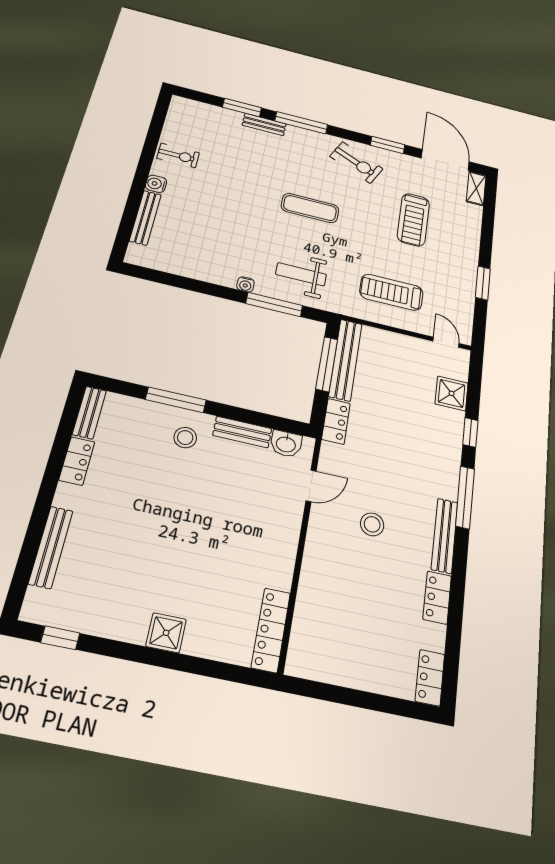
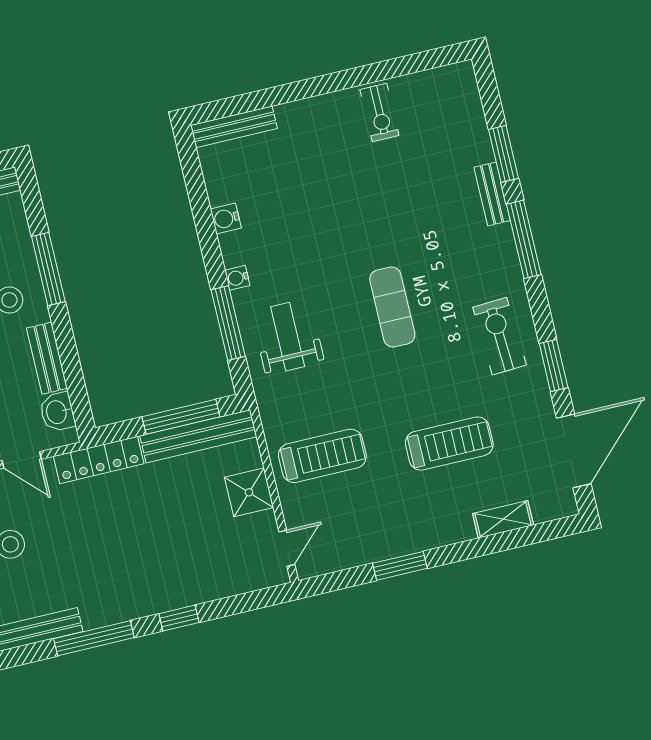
exercise bike: (356, 163) -> (500, 336), turned 152
water cooler: (156, 184) -> (226, 219), moved, turned -90
shelving: (476, 188) -> (503, 519), moved
bench: (145, 218) -> (234, 127), moved
treadmill: (413, 220) -> (449, 444), turned 180
treadmill: (391, 292) -> (322, 456), turned 90
shower: (452, 393) -> (249, 492), moved
locker: (336, 421) -> (99, 460), width x1.53

